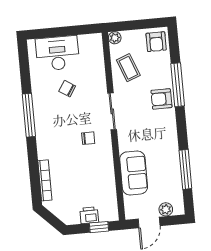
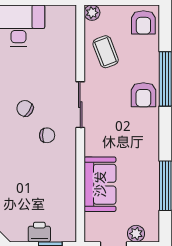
chair: (67, 89) -> (25, 108), moved
armchair: (161, 99) -> (143, 95), turned -90

